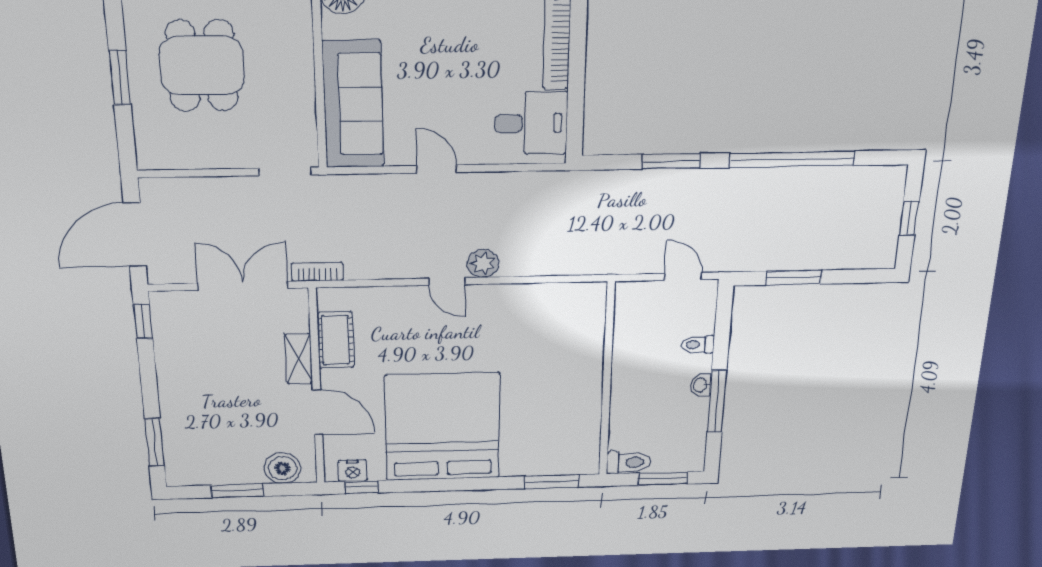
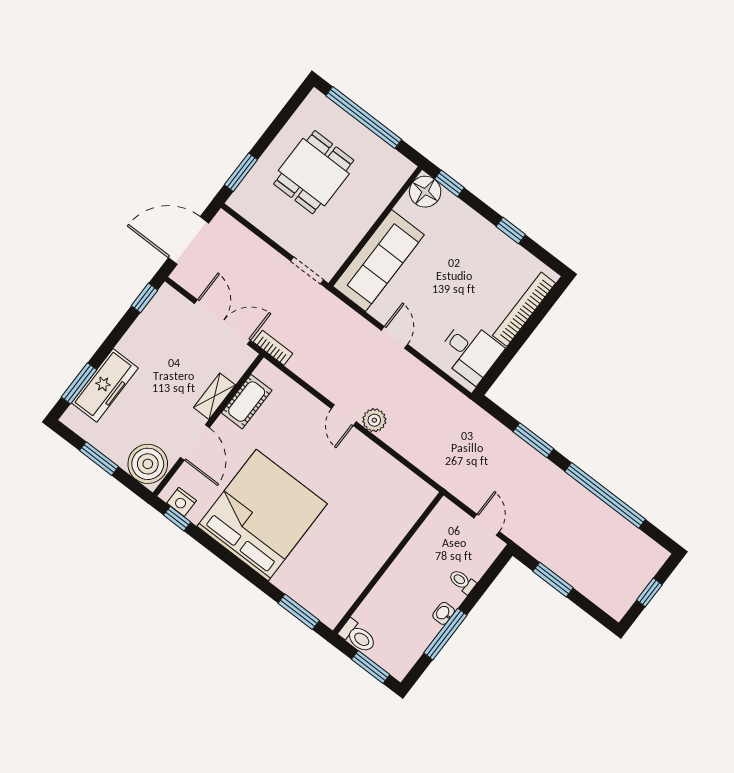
window: (120, 78) -> (241, 172), moved
freezer: (181, 426) -> (105, 385), added
boiler: (282, 468) -> (148, 464), width x1.37, depth x1.37

